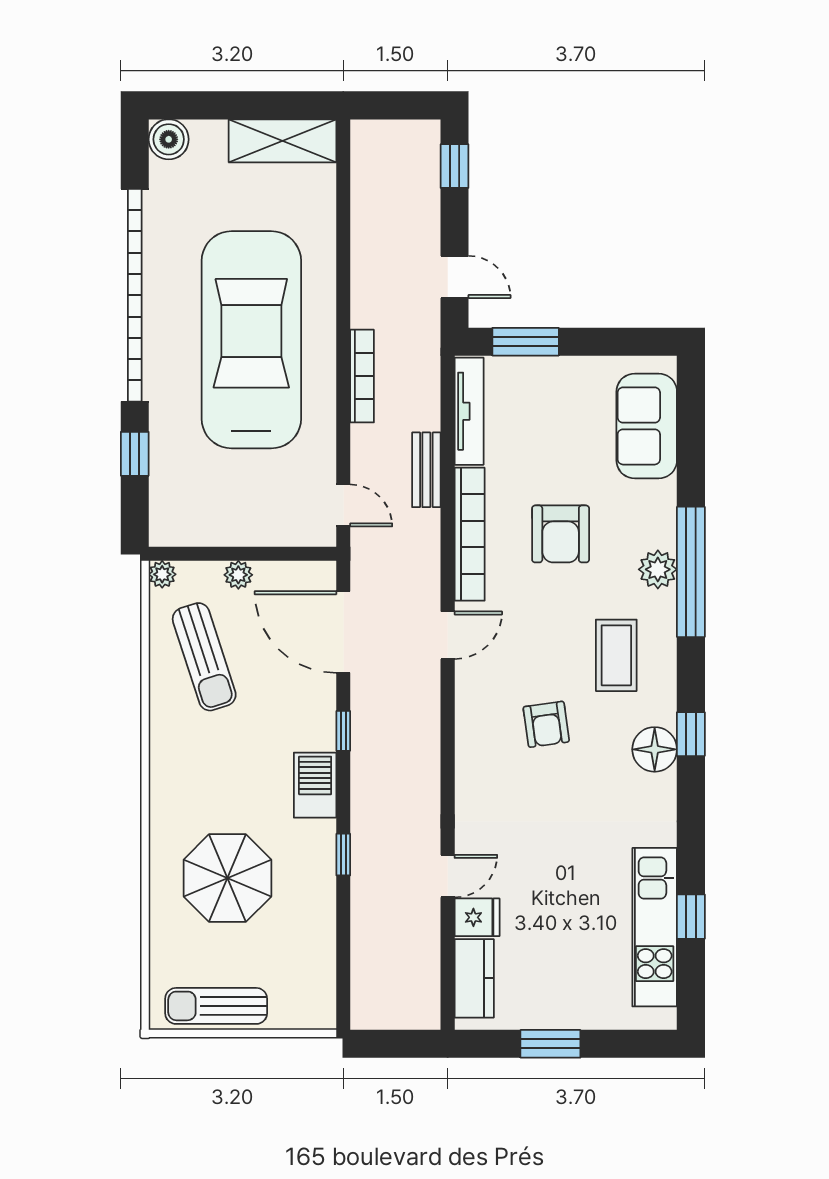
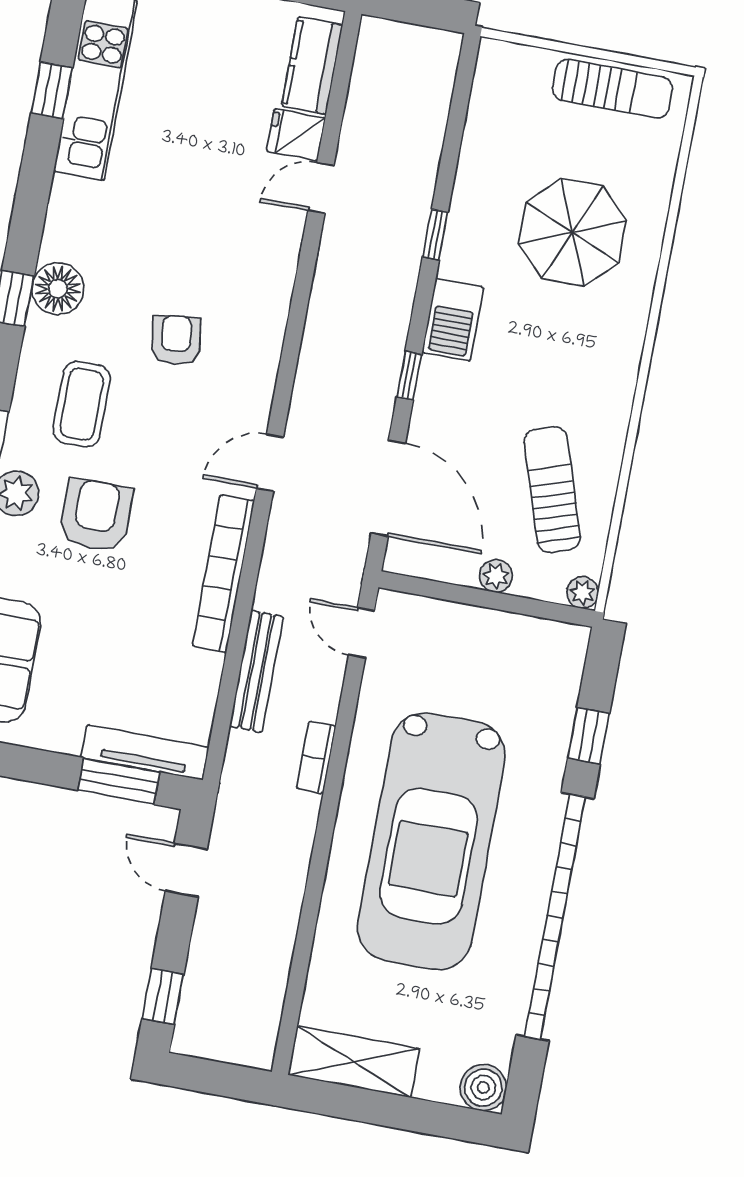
bookcase: (362, 376) -> (316, 757), width x0.64
tv unit: (469, 411) -> (145, 752), moved, turned 90
bench: (426, 470) -> (256, 671), width x1.36
armchair: (561, 534) -> (96, 515), moved

